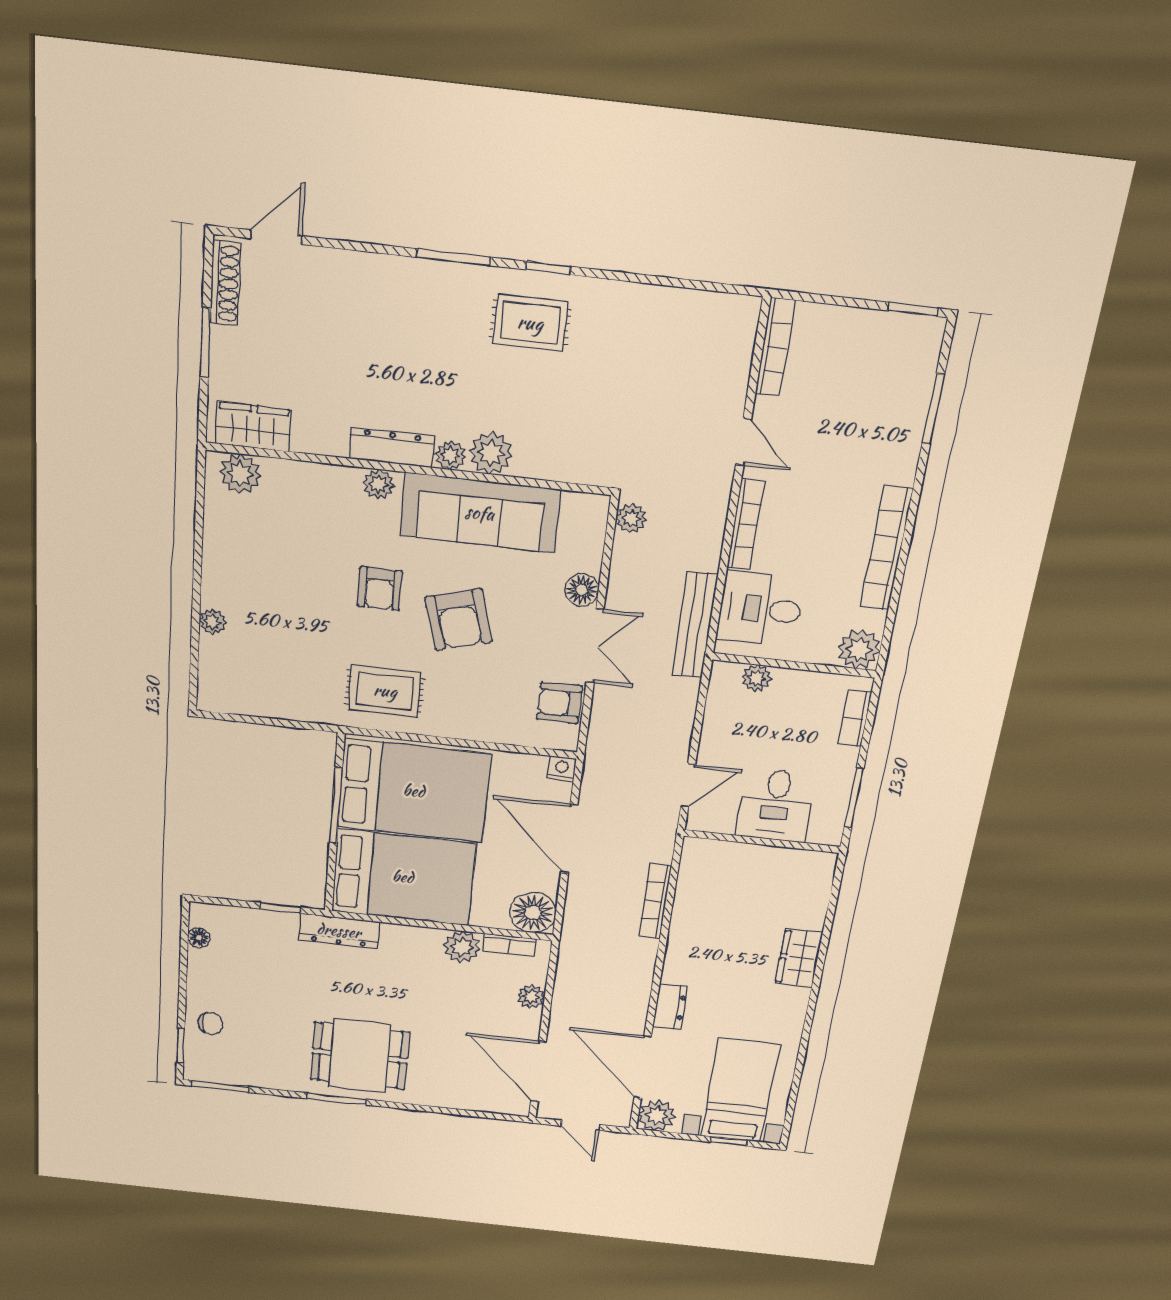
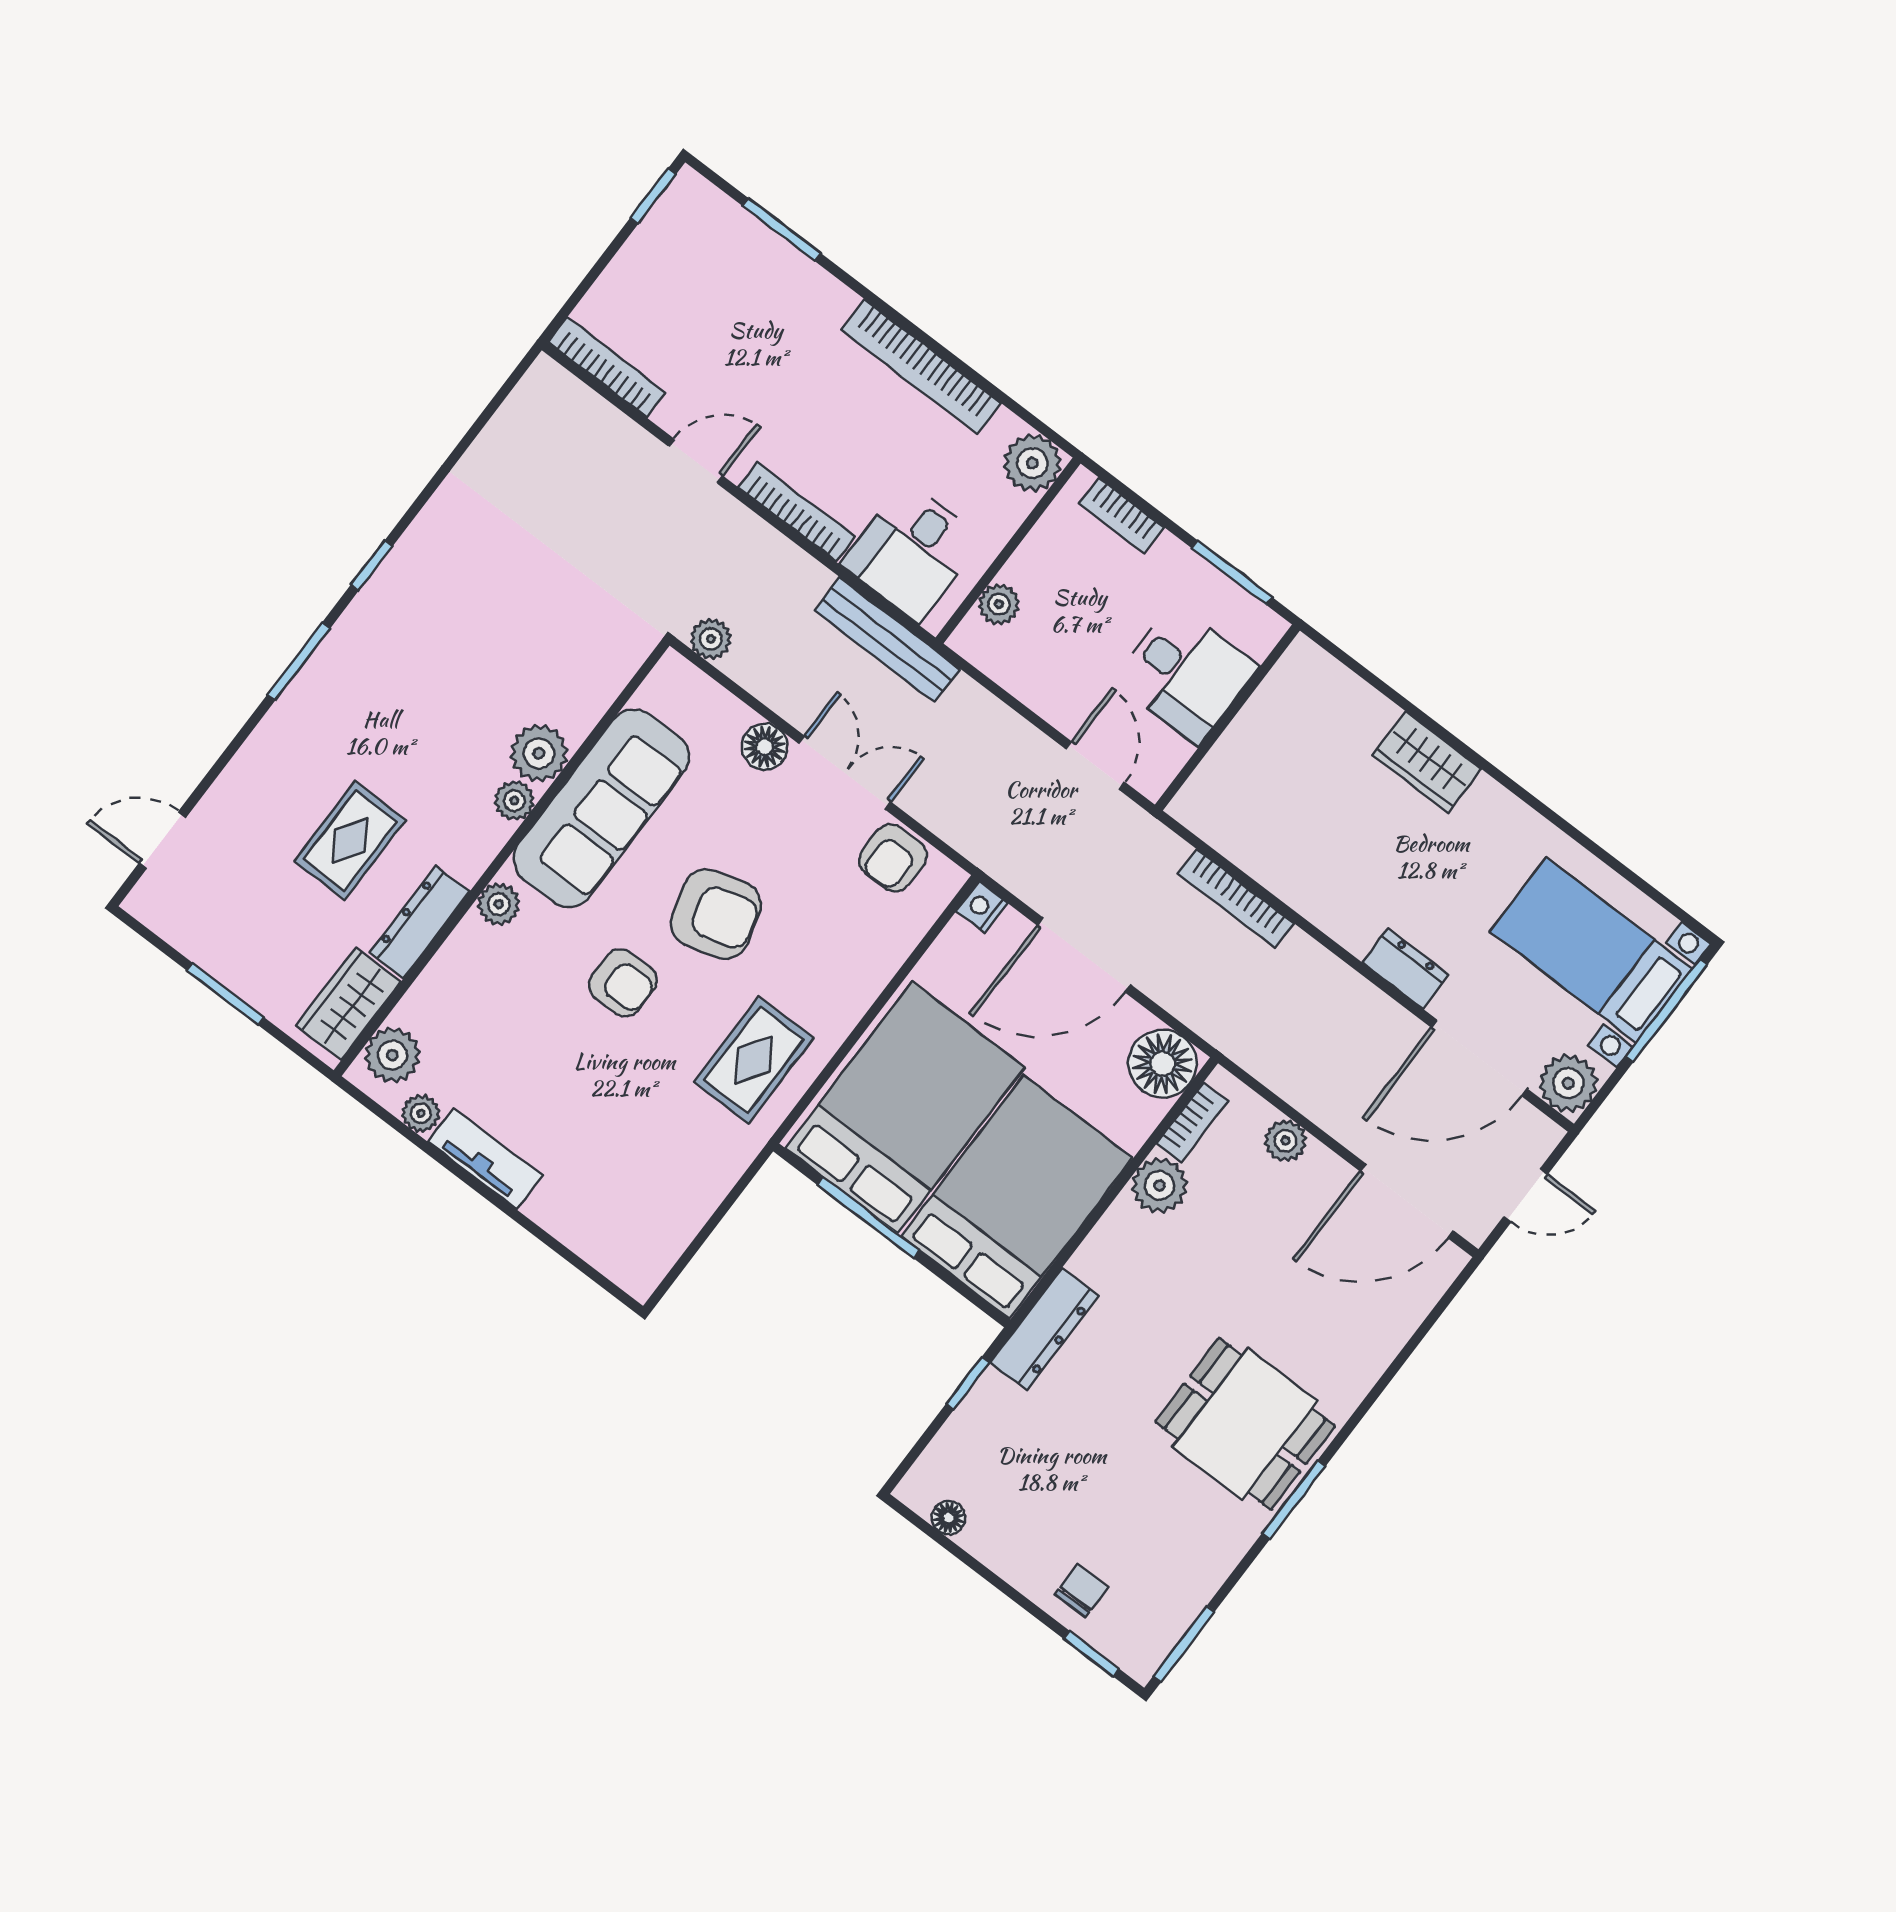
door: (276, 237) -> (163, 840), hinge flipped
shoe rack: (225, 283) -> (177, 928), removed
rug: (530, 323) -> (350, 841), moved
dresser: (392, 447) -> (420, 922), moved
tv unit: (217, 568) -> (485, 1159), added
plant: (213, 622) -> (421, 1113), moved
dining table: (360, 1056) -> (1245, 1424), turned 90
window: (729, 1141) -> (1666, 1011), width x2.17

